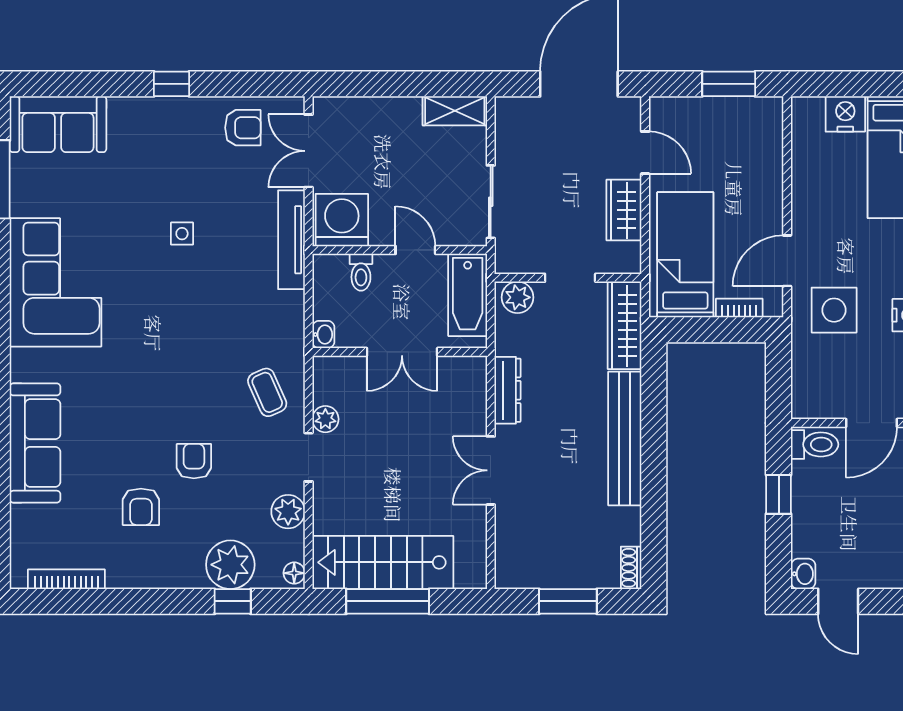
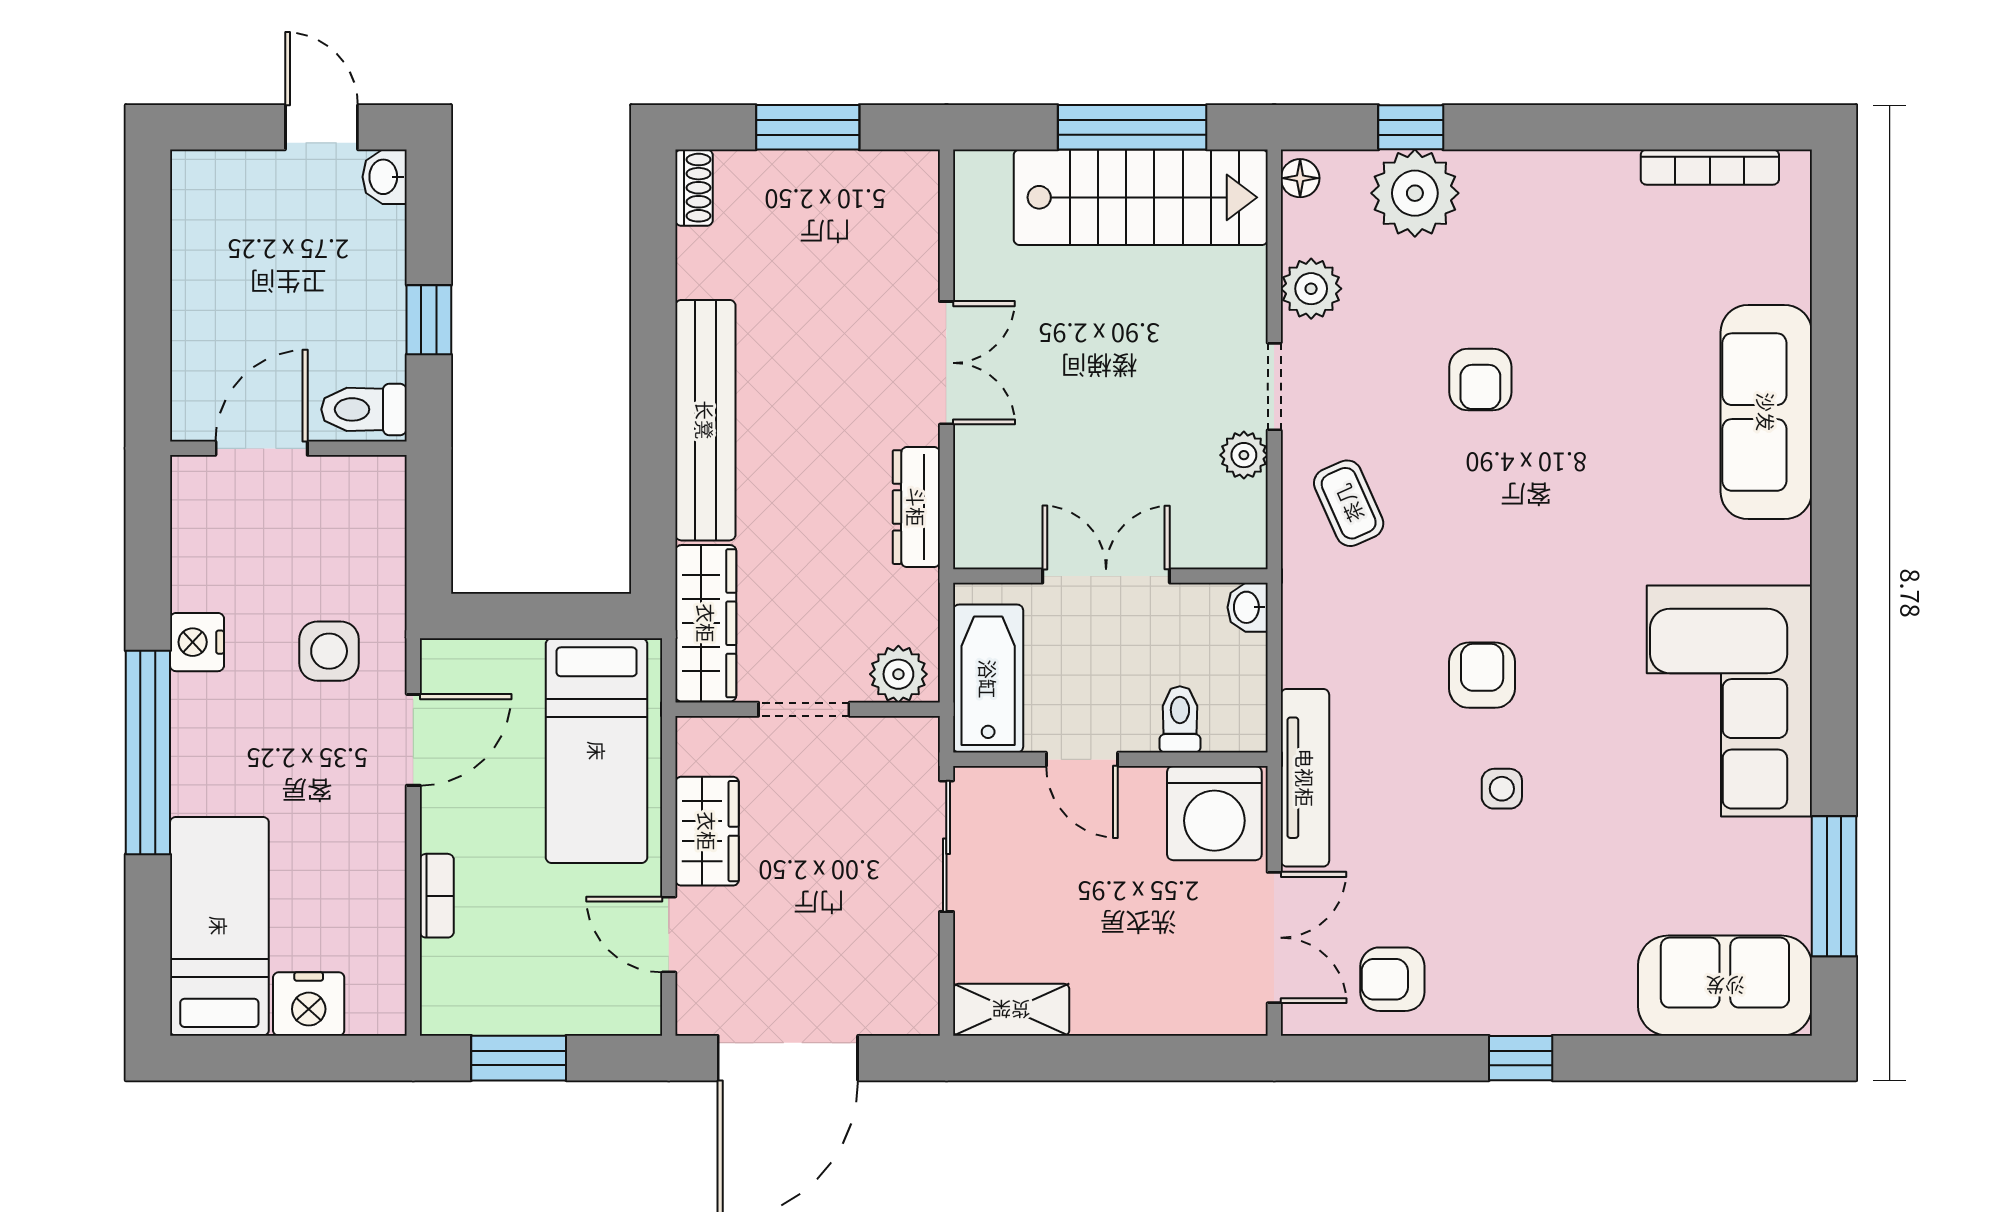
bookcase: (739, 308) -> (437, 896), moved, turned -90
side table: (834, 310) -> (329, 651), width x0.73, depth x0.73
armchair: (141, 507) -> (1482, 675), moved

